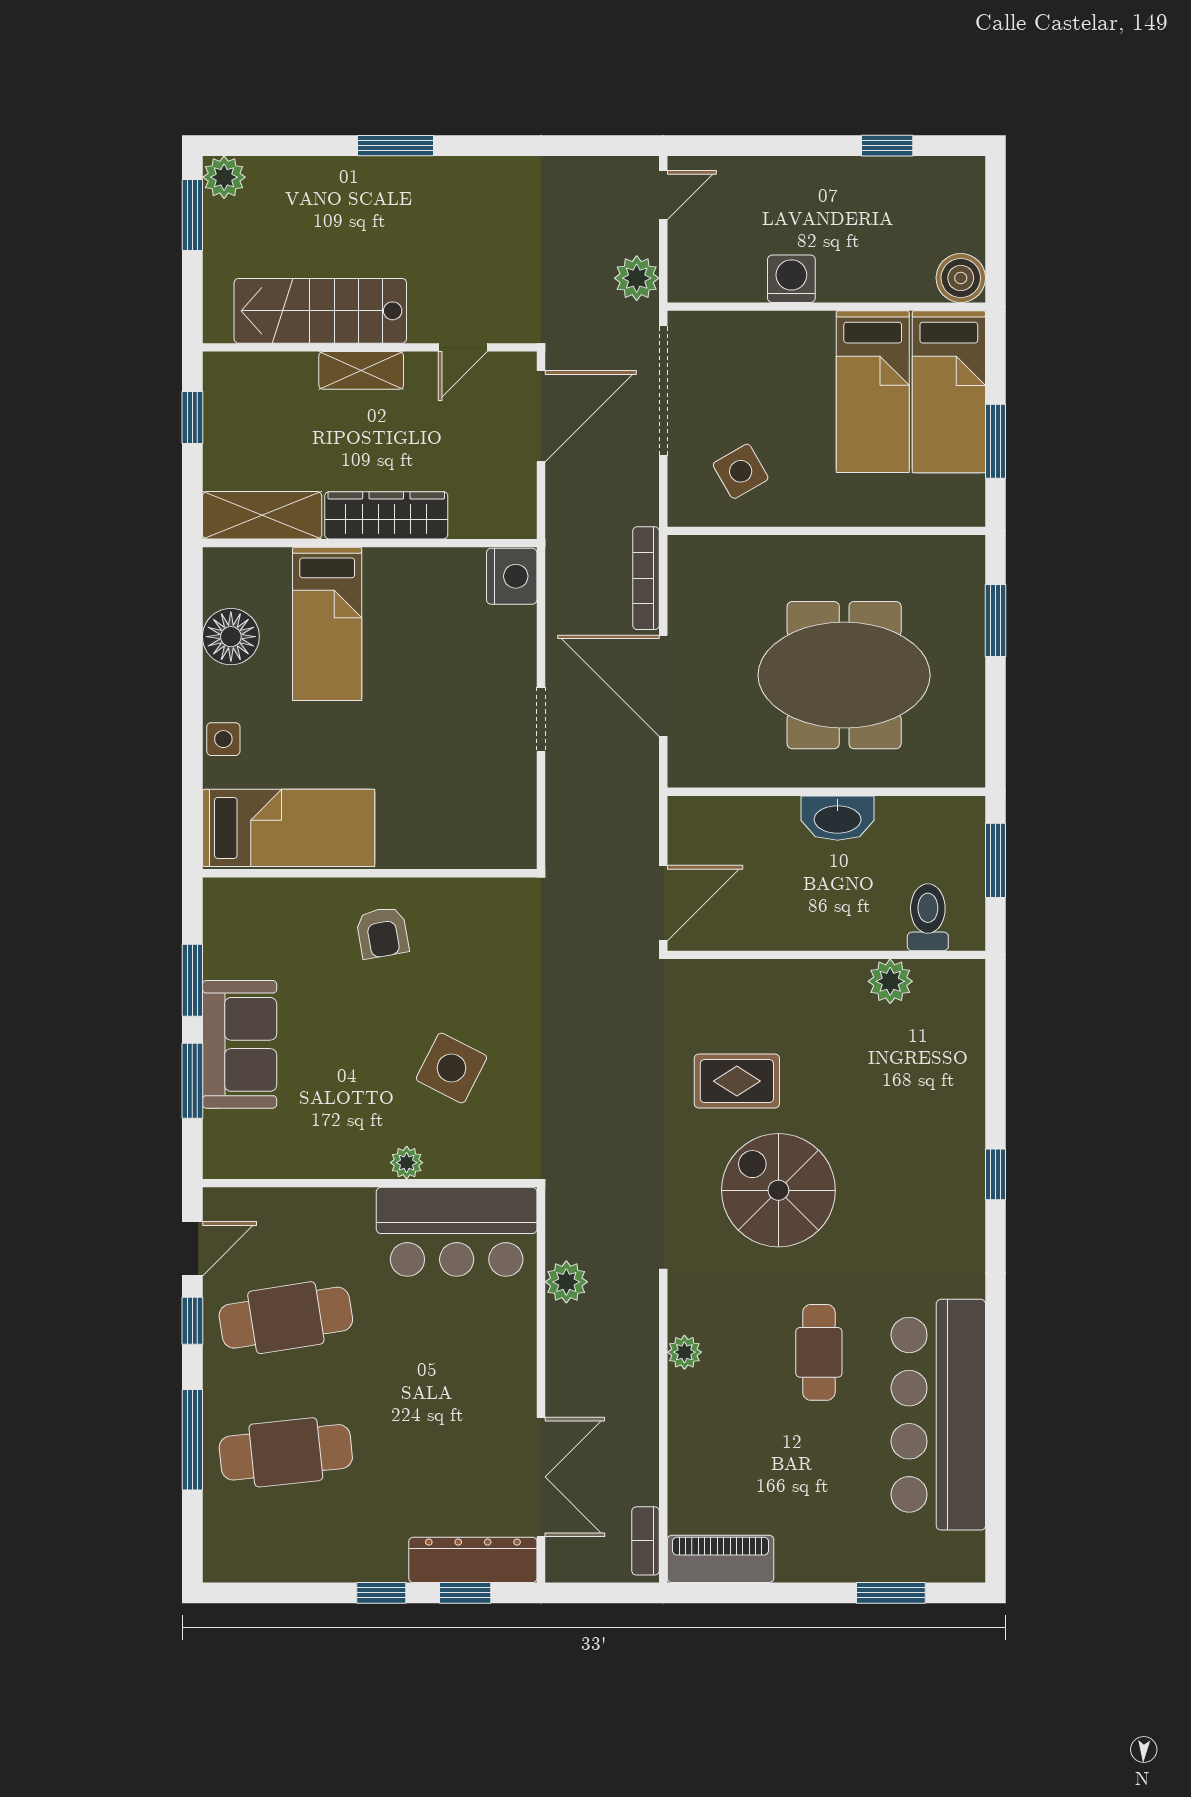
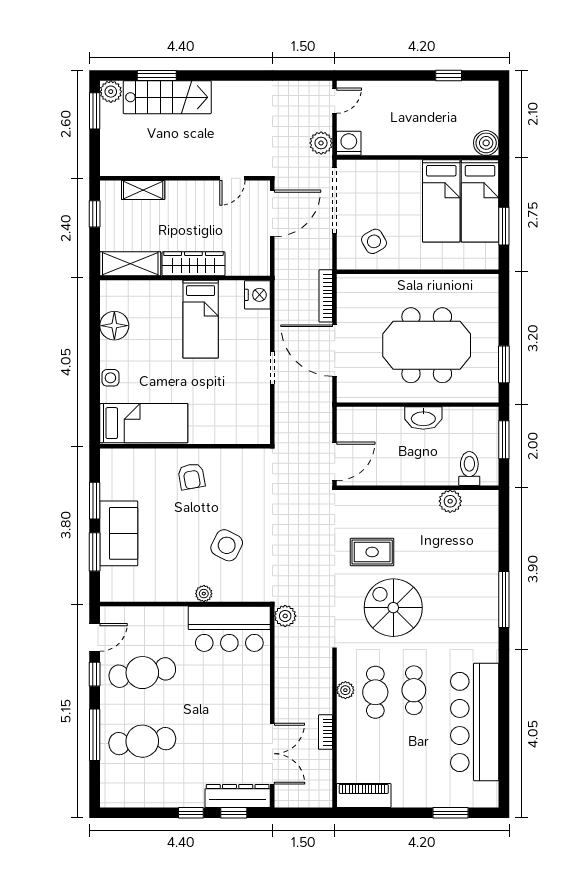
window: (395, 146) -> (157, 75), moved
washing machine: (791, 279) -> (349, 143), moved
stairs: (320, 311) -> (167, 97), moved, turned 180
shelving: (361, 370) -> (143, 190), moved
window: (996, 621) -> (504, 364), moved
bed: (327, 624) -> (201, 319), moved
window: (996, 1174) -> (504, 600), width x2.17
plant: (566, 1282) -> (285, 616), moved
cafe table: (743, 1356) -> (375, 692), added
bookcase: (646, 1541) -> (326, 732), moved

